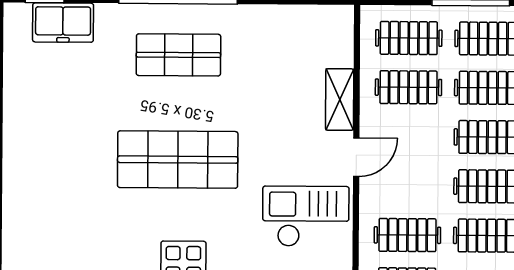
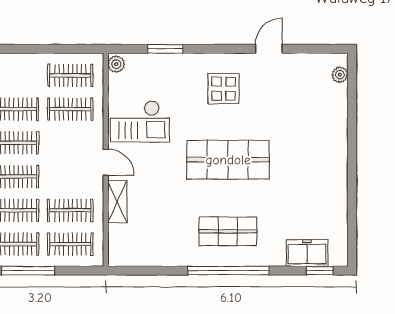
door: (356, 157) -> (106, 162), swing flipped

